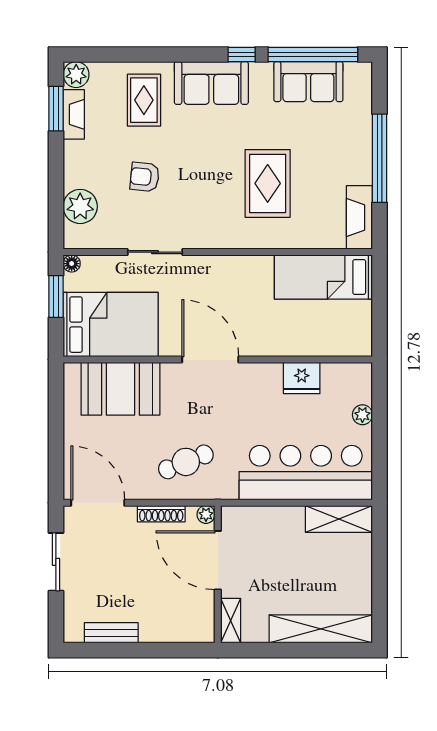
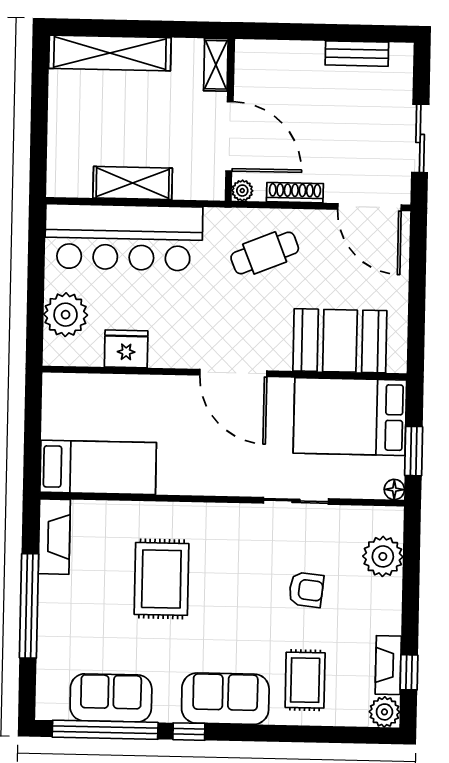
window: (56, 109) -> (409, 672), width x0.67
plant: (362, 415) -> (66, 315), width x1.87, depth x1.87
shelving: (339, 519) -> (133, 183), moved

